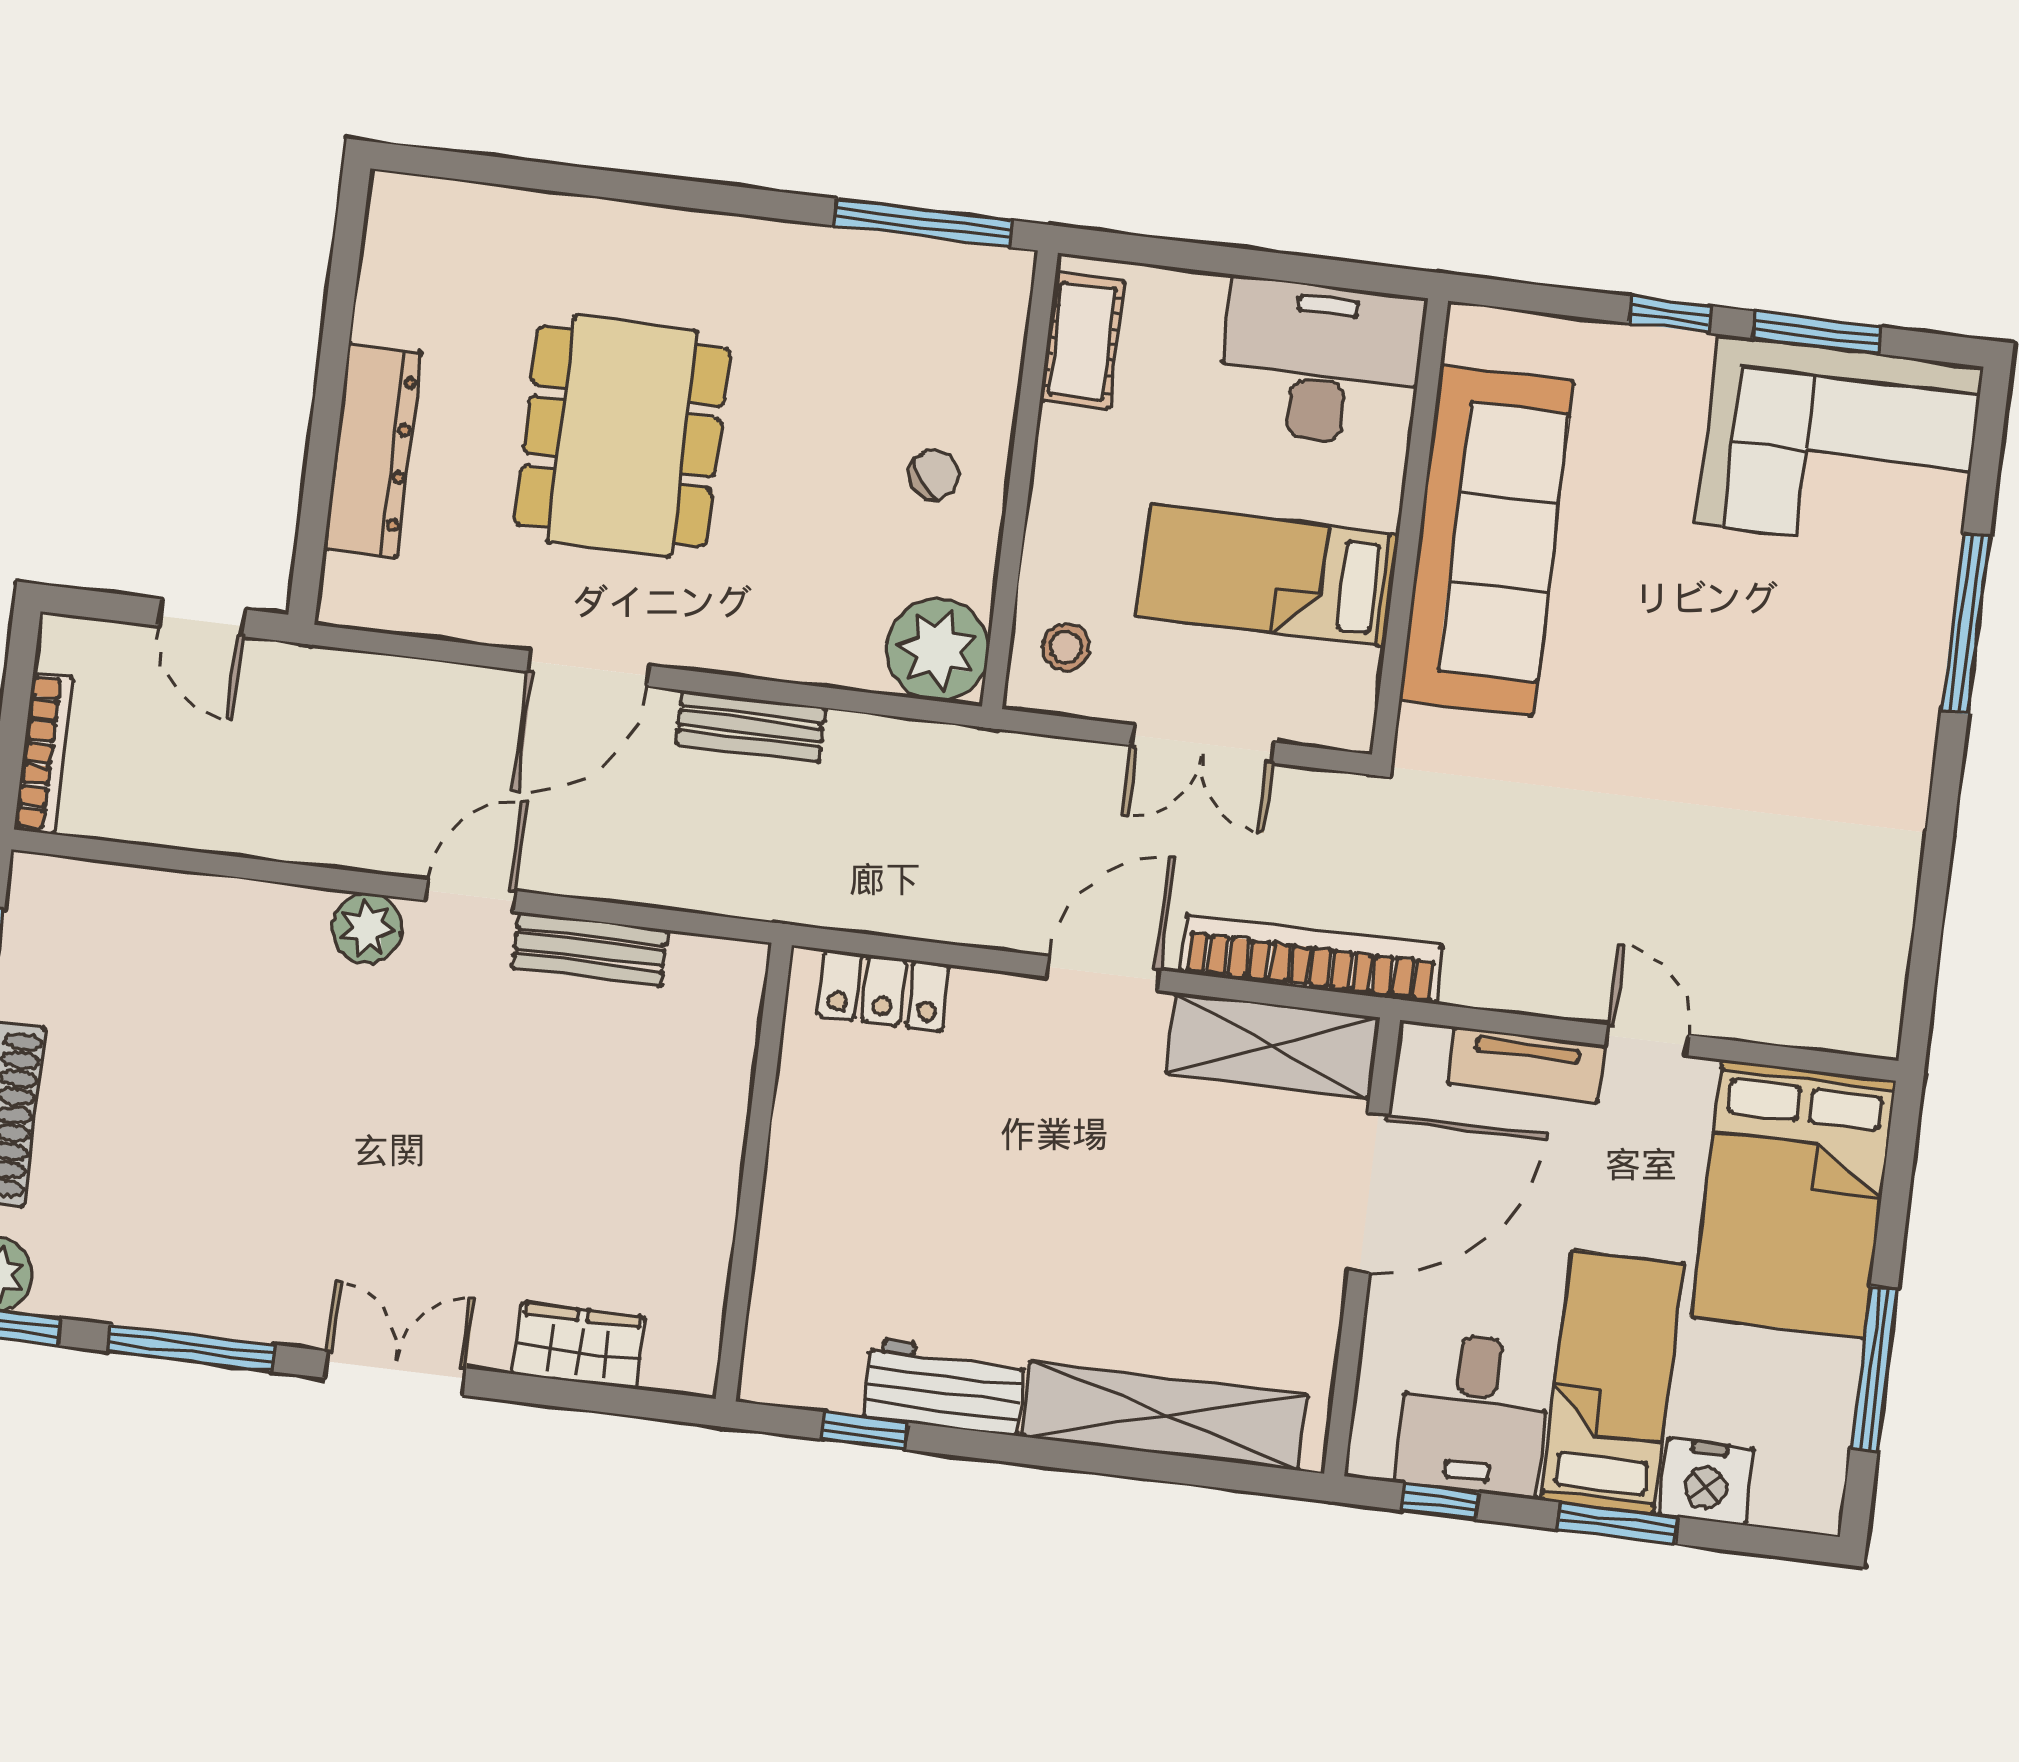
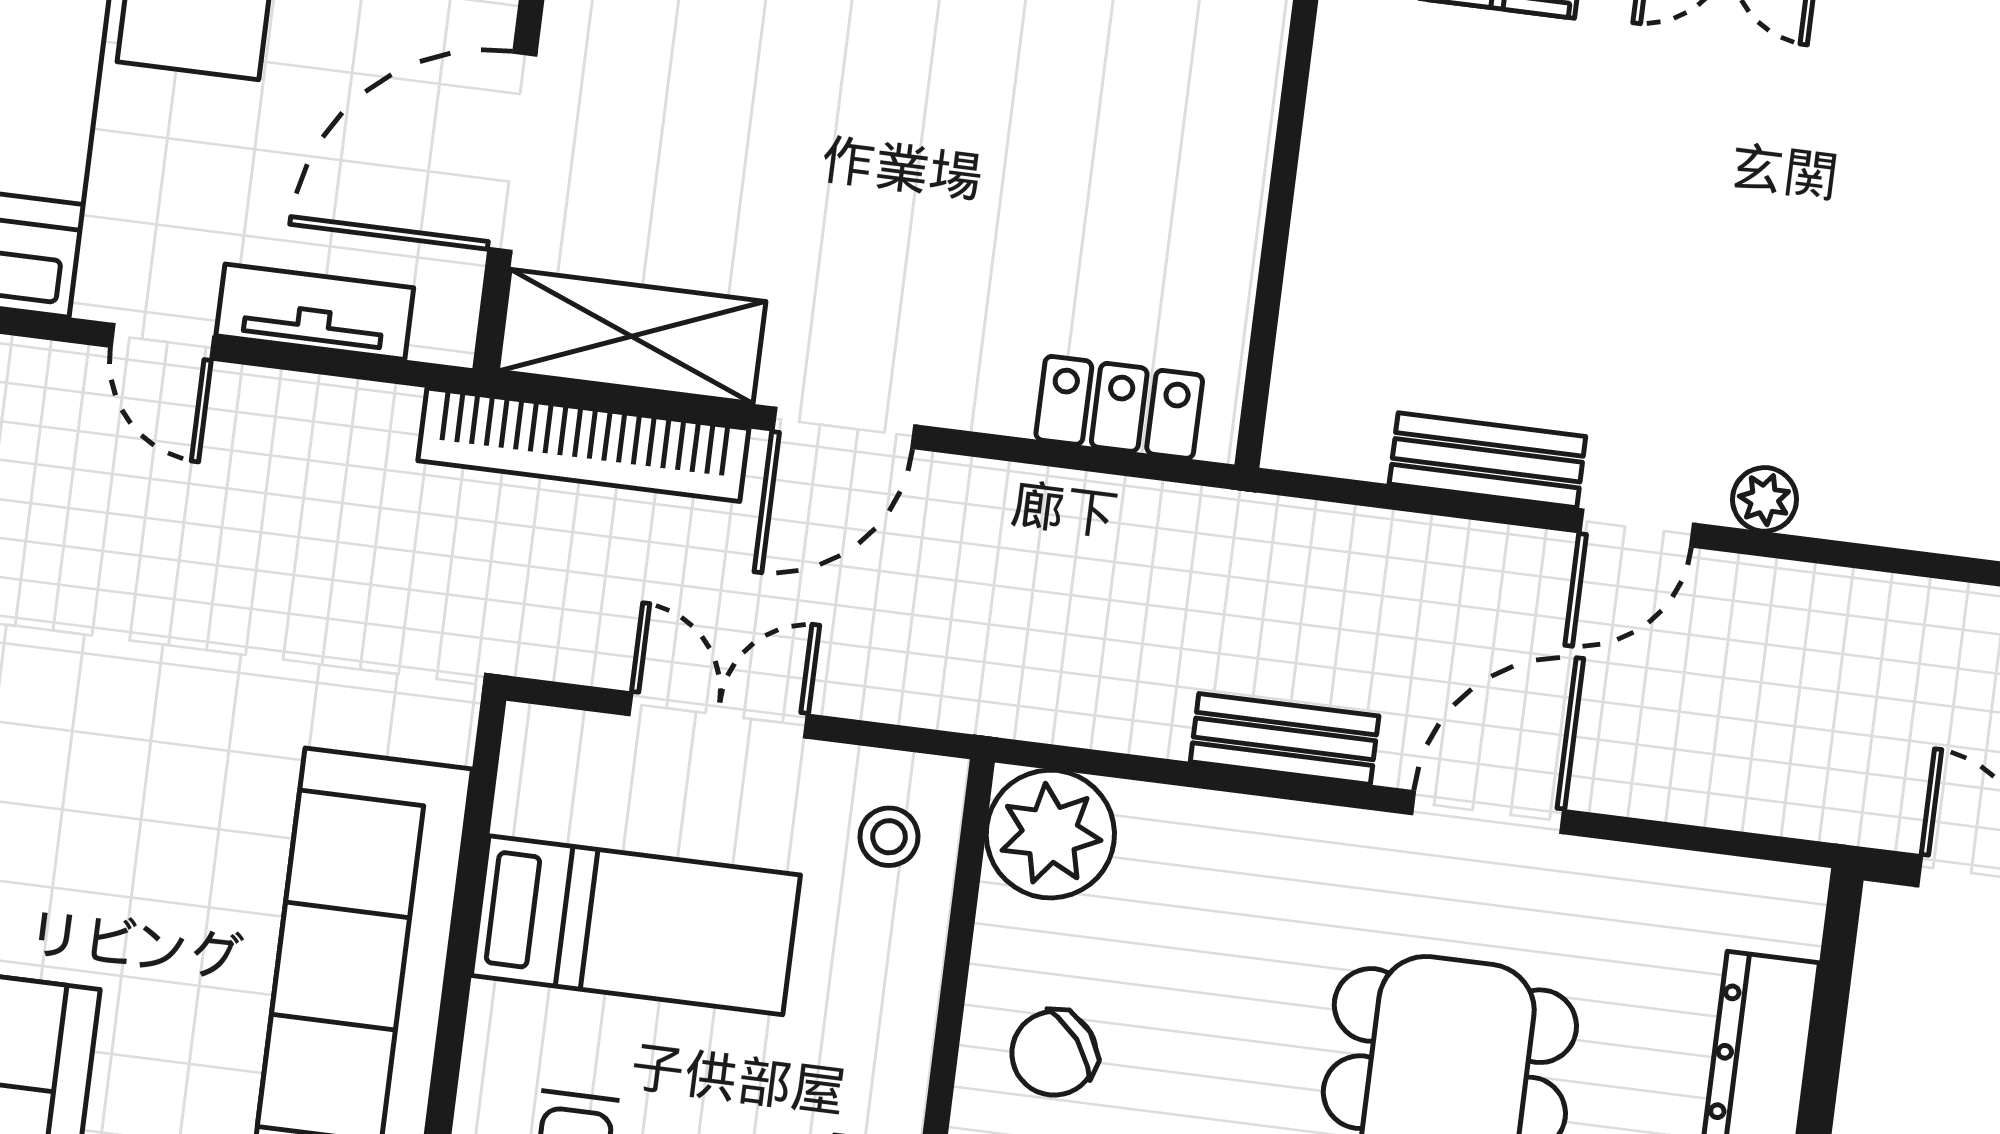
chair: (934, 475) -> (1054, 1053), width x1.37, depth x1.37
plant: (367, 928) -> (1765, 499), width x0.73, depth x0.73

